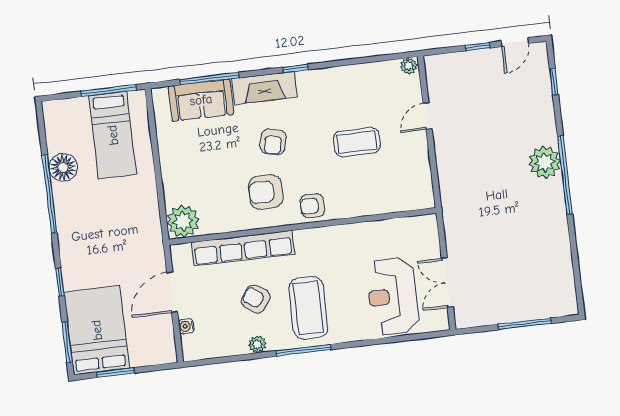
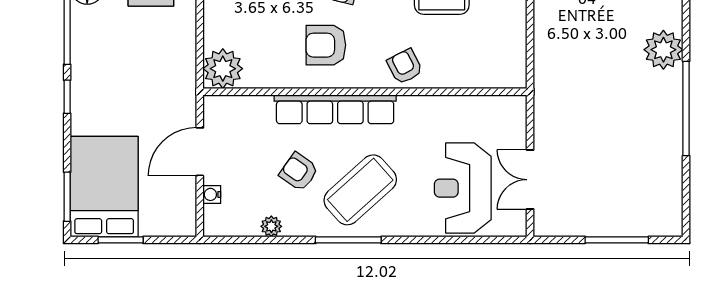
window: (565, 175) -> (686, 109), moved
armchair: (312, 206) -> (405, 66), moved, turned 63
row of seats: (243, 248) -> (335, 109), moved
window: (60, 282) -> (67, 97), moved
coffee table: (308, 308) -> (360, 190), turned 48
plant: (257, 344) -> (271, 226), moved

